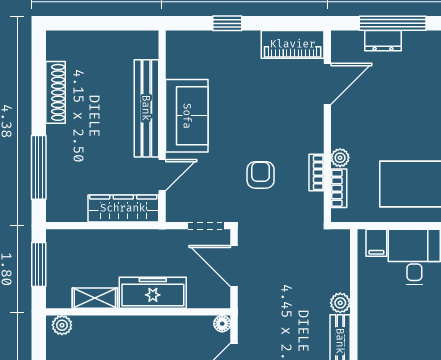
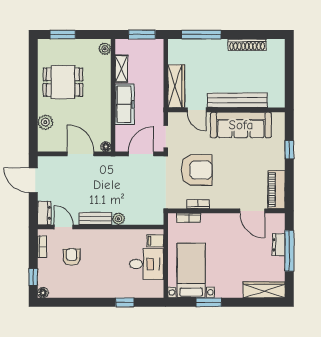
sofa: (187, 116) -> (241, 125), width x1.36
plant: (340, 158) -> (207, 219), removed
armchair: (261, 175) -> (197, 170), width x1.88, depth x1.88

